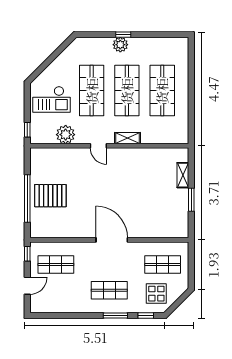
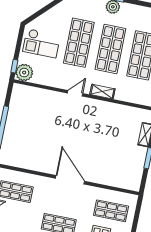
plant: (66, 135) -> (24, 73), moved
door: (98, 146) -> (75, 93), swing flipped
pallet: (50, 196) -> (23, 129), removed

